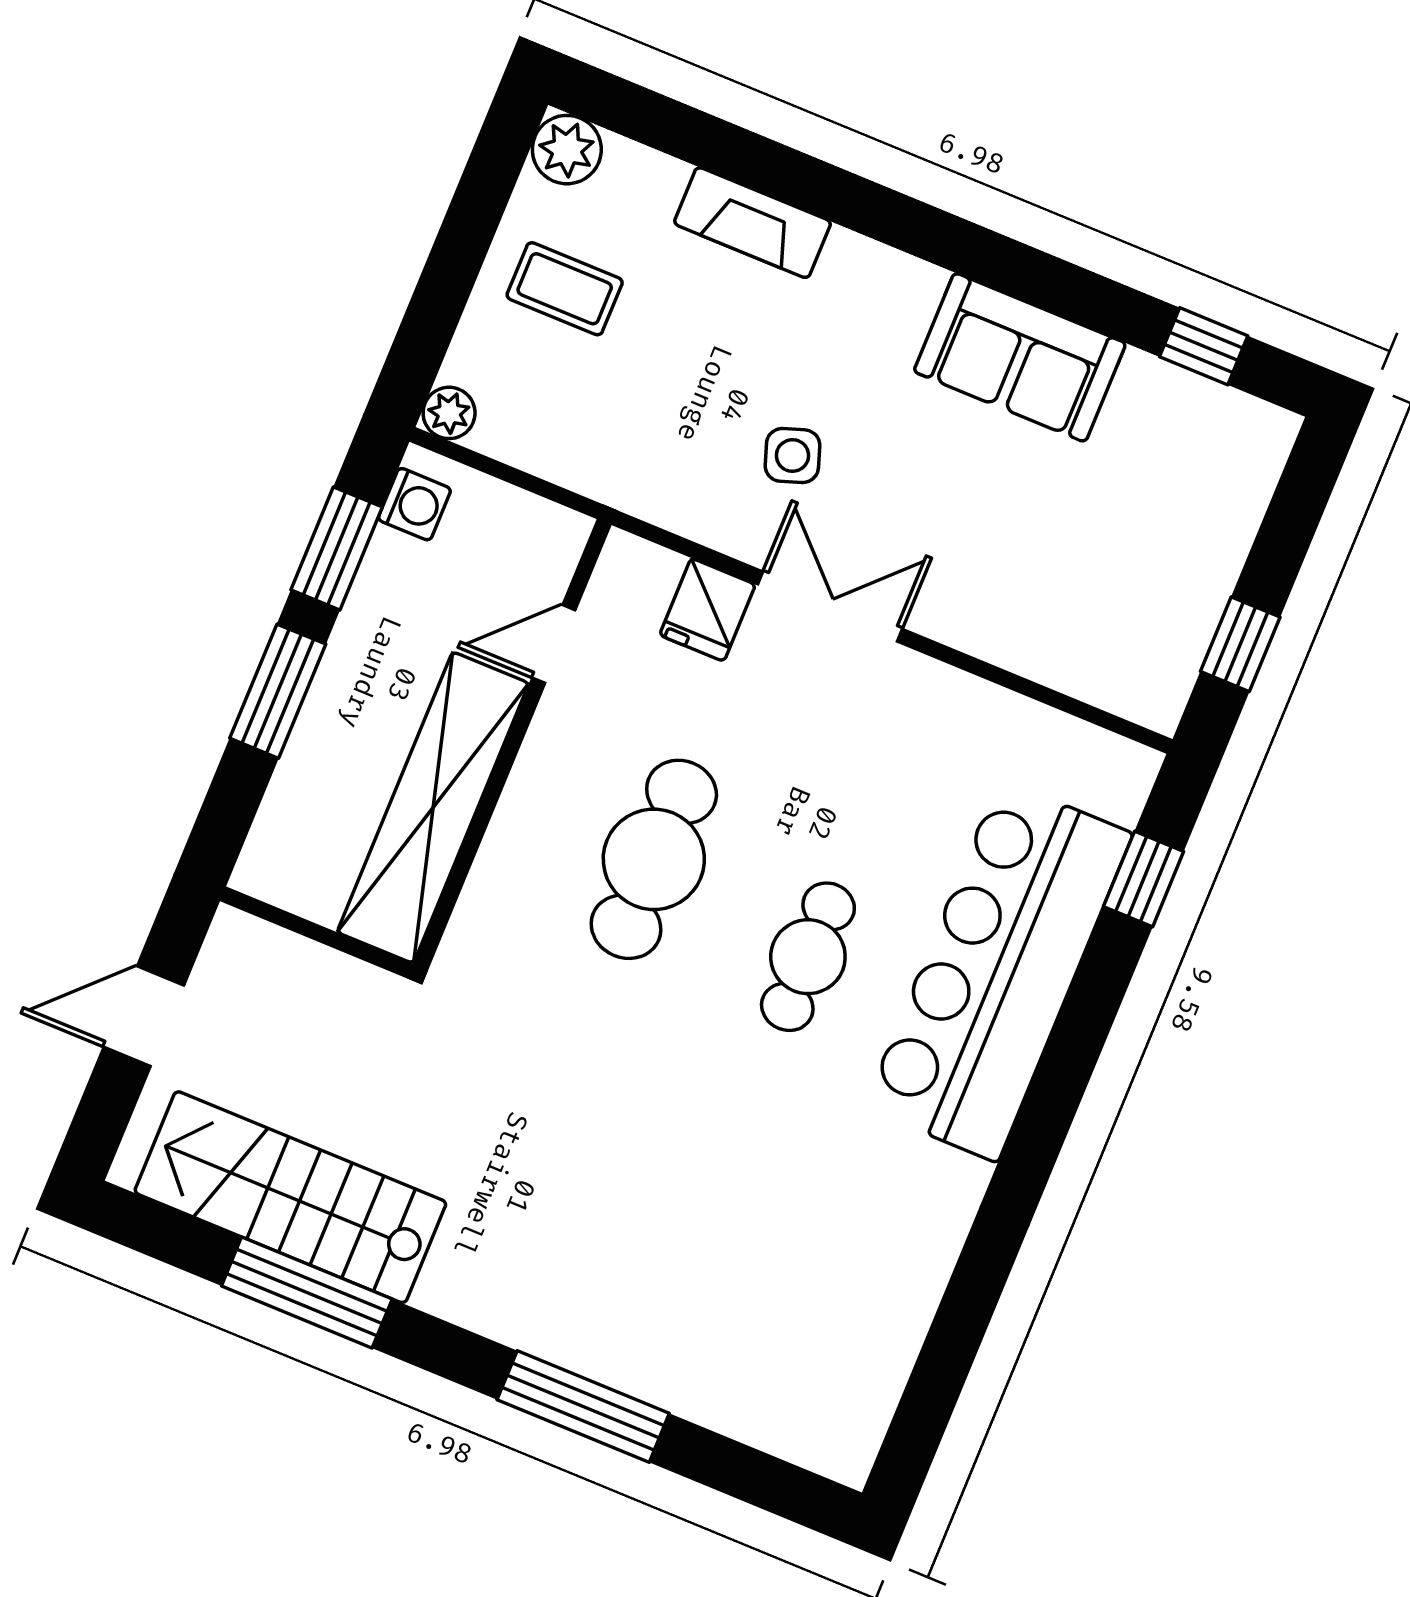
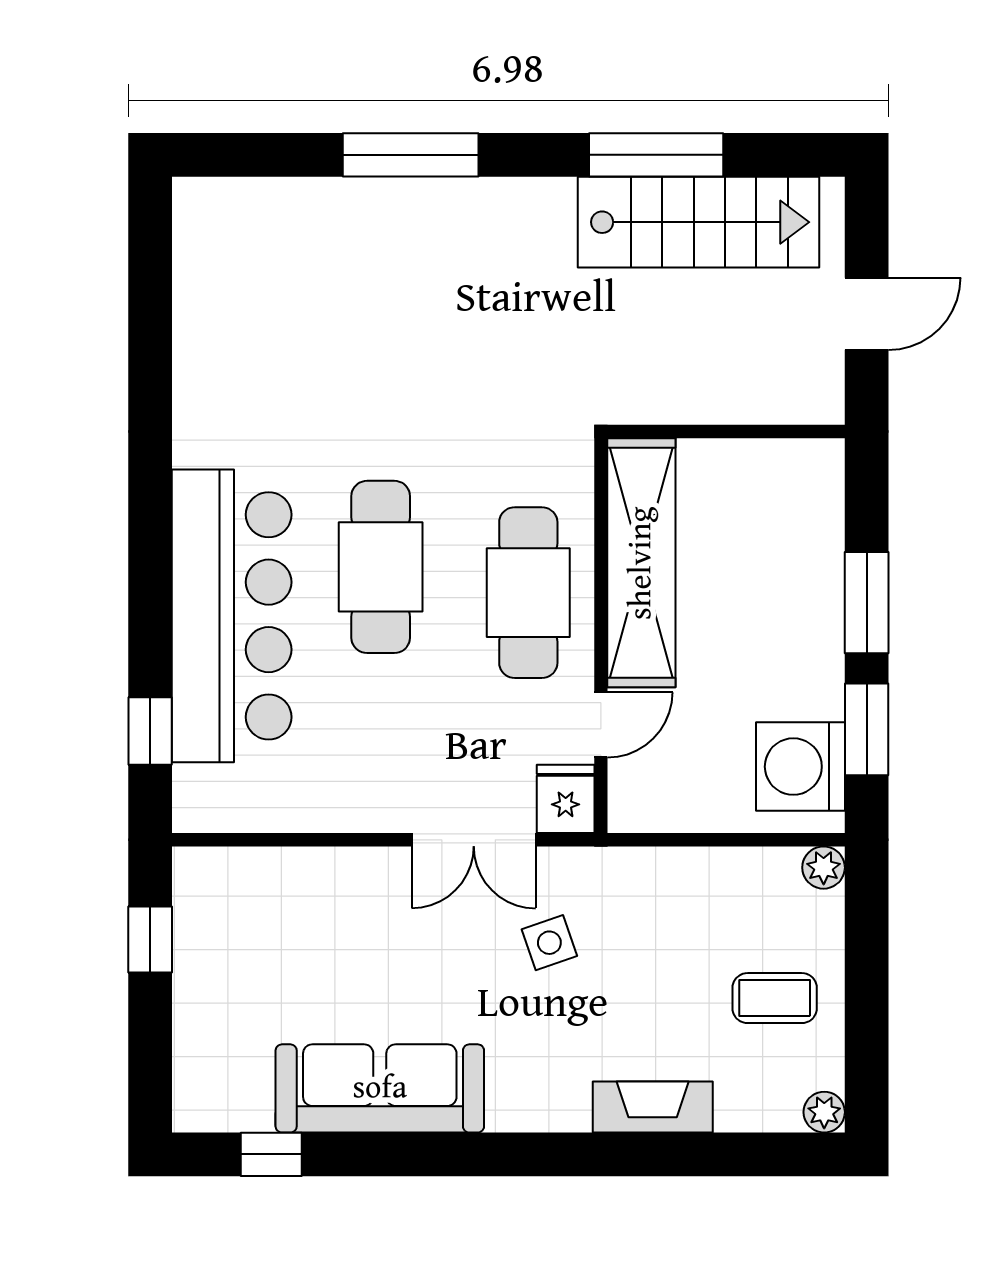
plant: (567, 150) -> (824, 1112), width x0.73, depth x0.73
sofa: (1020, 357) -> (380, 1088), width x1.36
washing machine: (414, 504) -> (800, 767), width x1.89, depth x1.89
door: (554, 644) -> (601, 725), moved
wall: (512, 744) -> (601, 636), moved
shelving: (433, 808) -> (641, 563), moved
cafe table: (808, 957) -> (381, 567), width x1.37, depth x1.35

